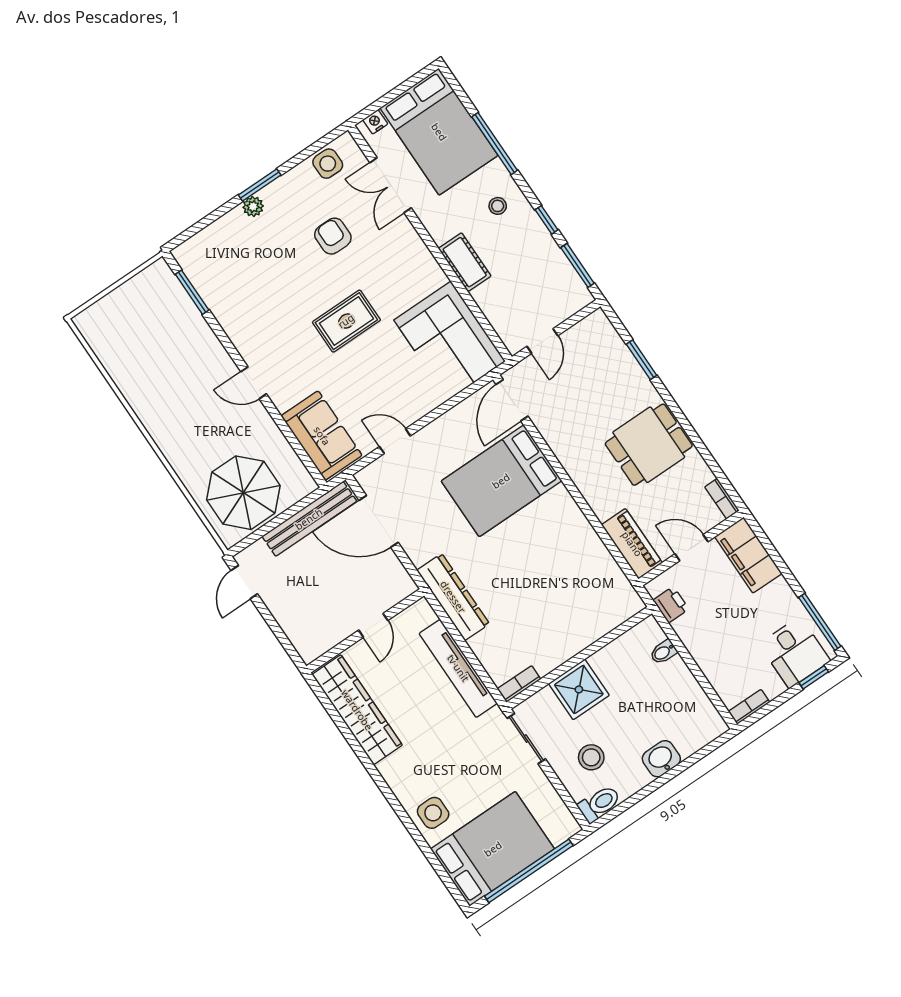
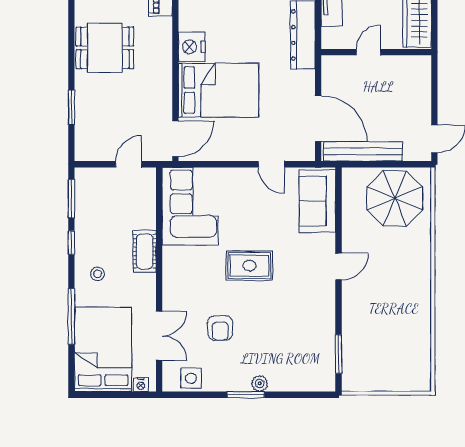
door: (254, 383) -> (339, 267), hinge flipped
nightstand: (560, 507) -> (192, 47), added

